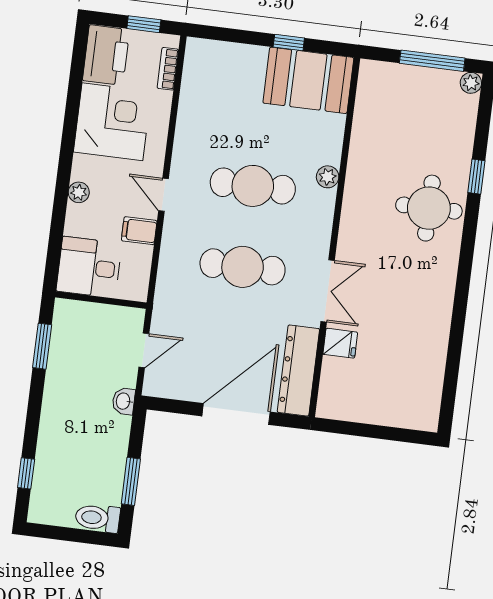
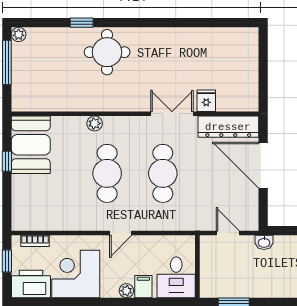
filing cabinet: (139, 231) -> (143, 287), moved, turned 180

